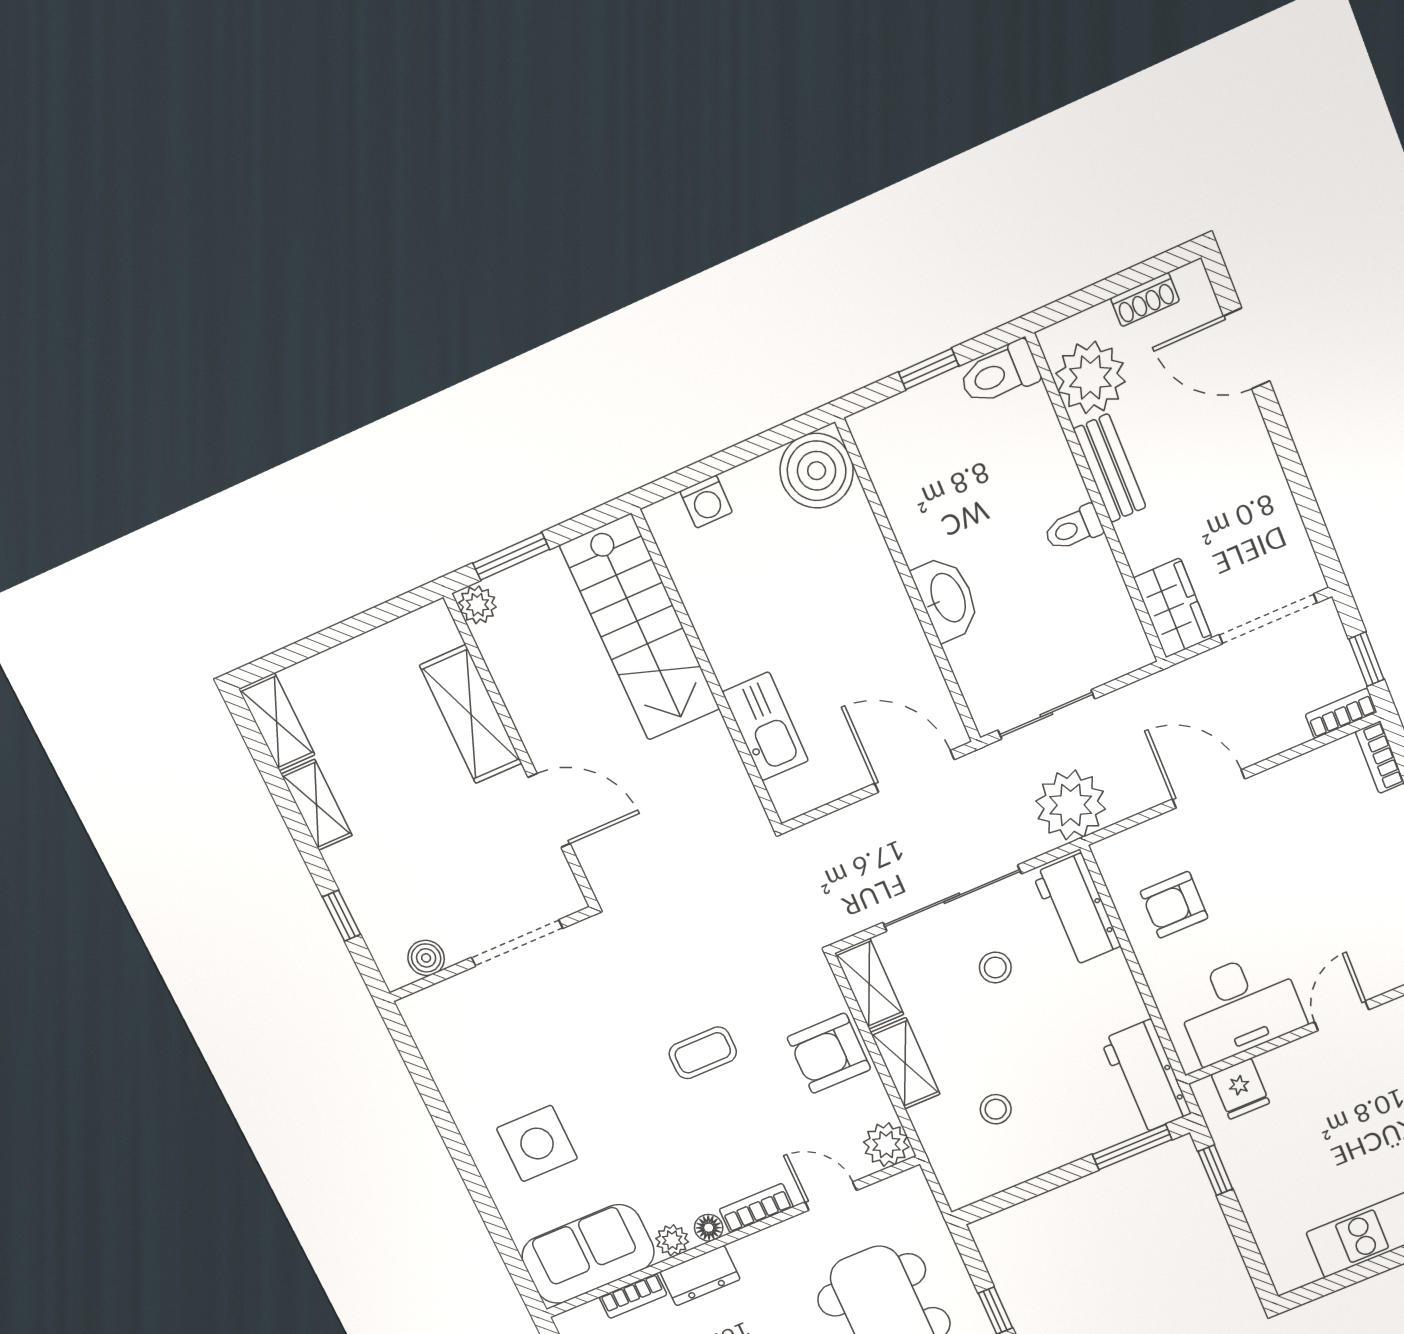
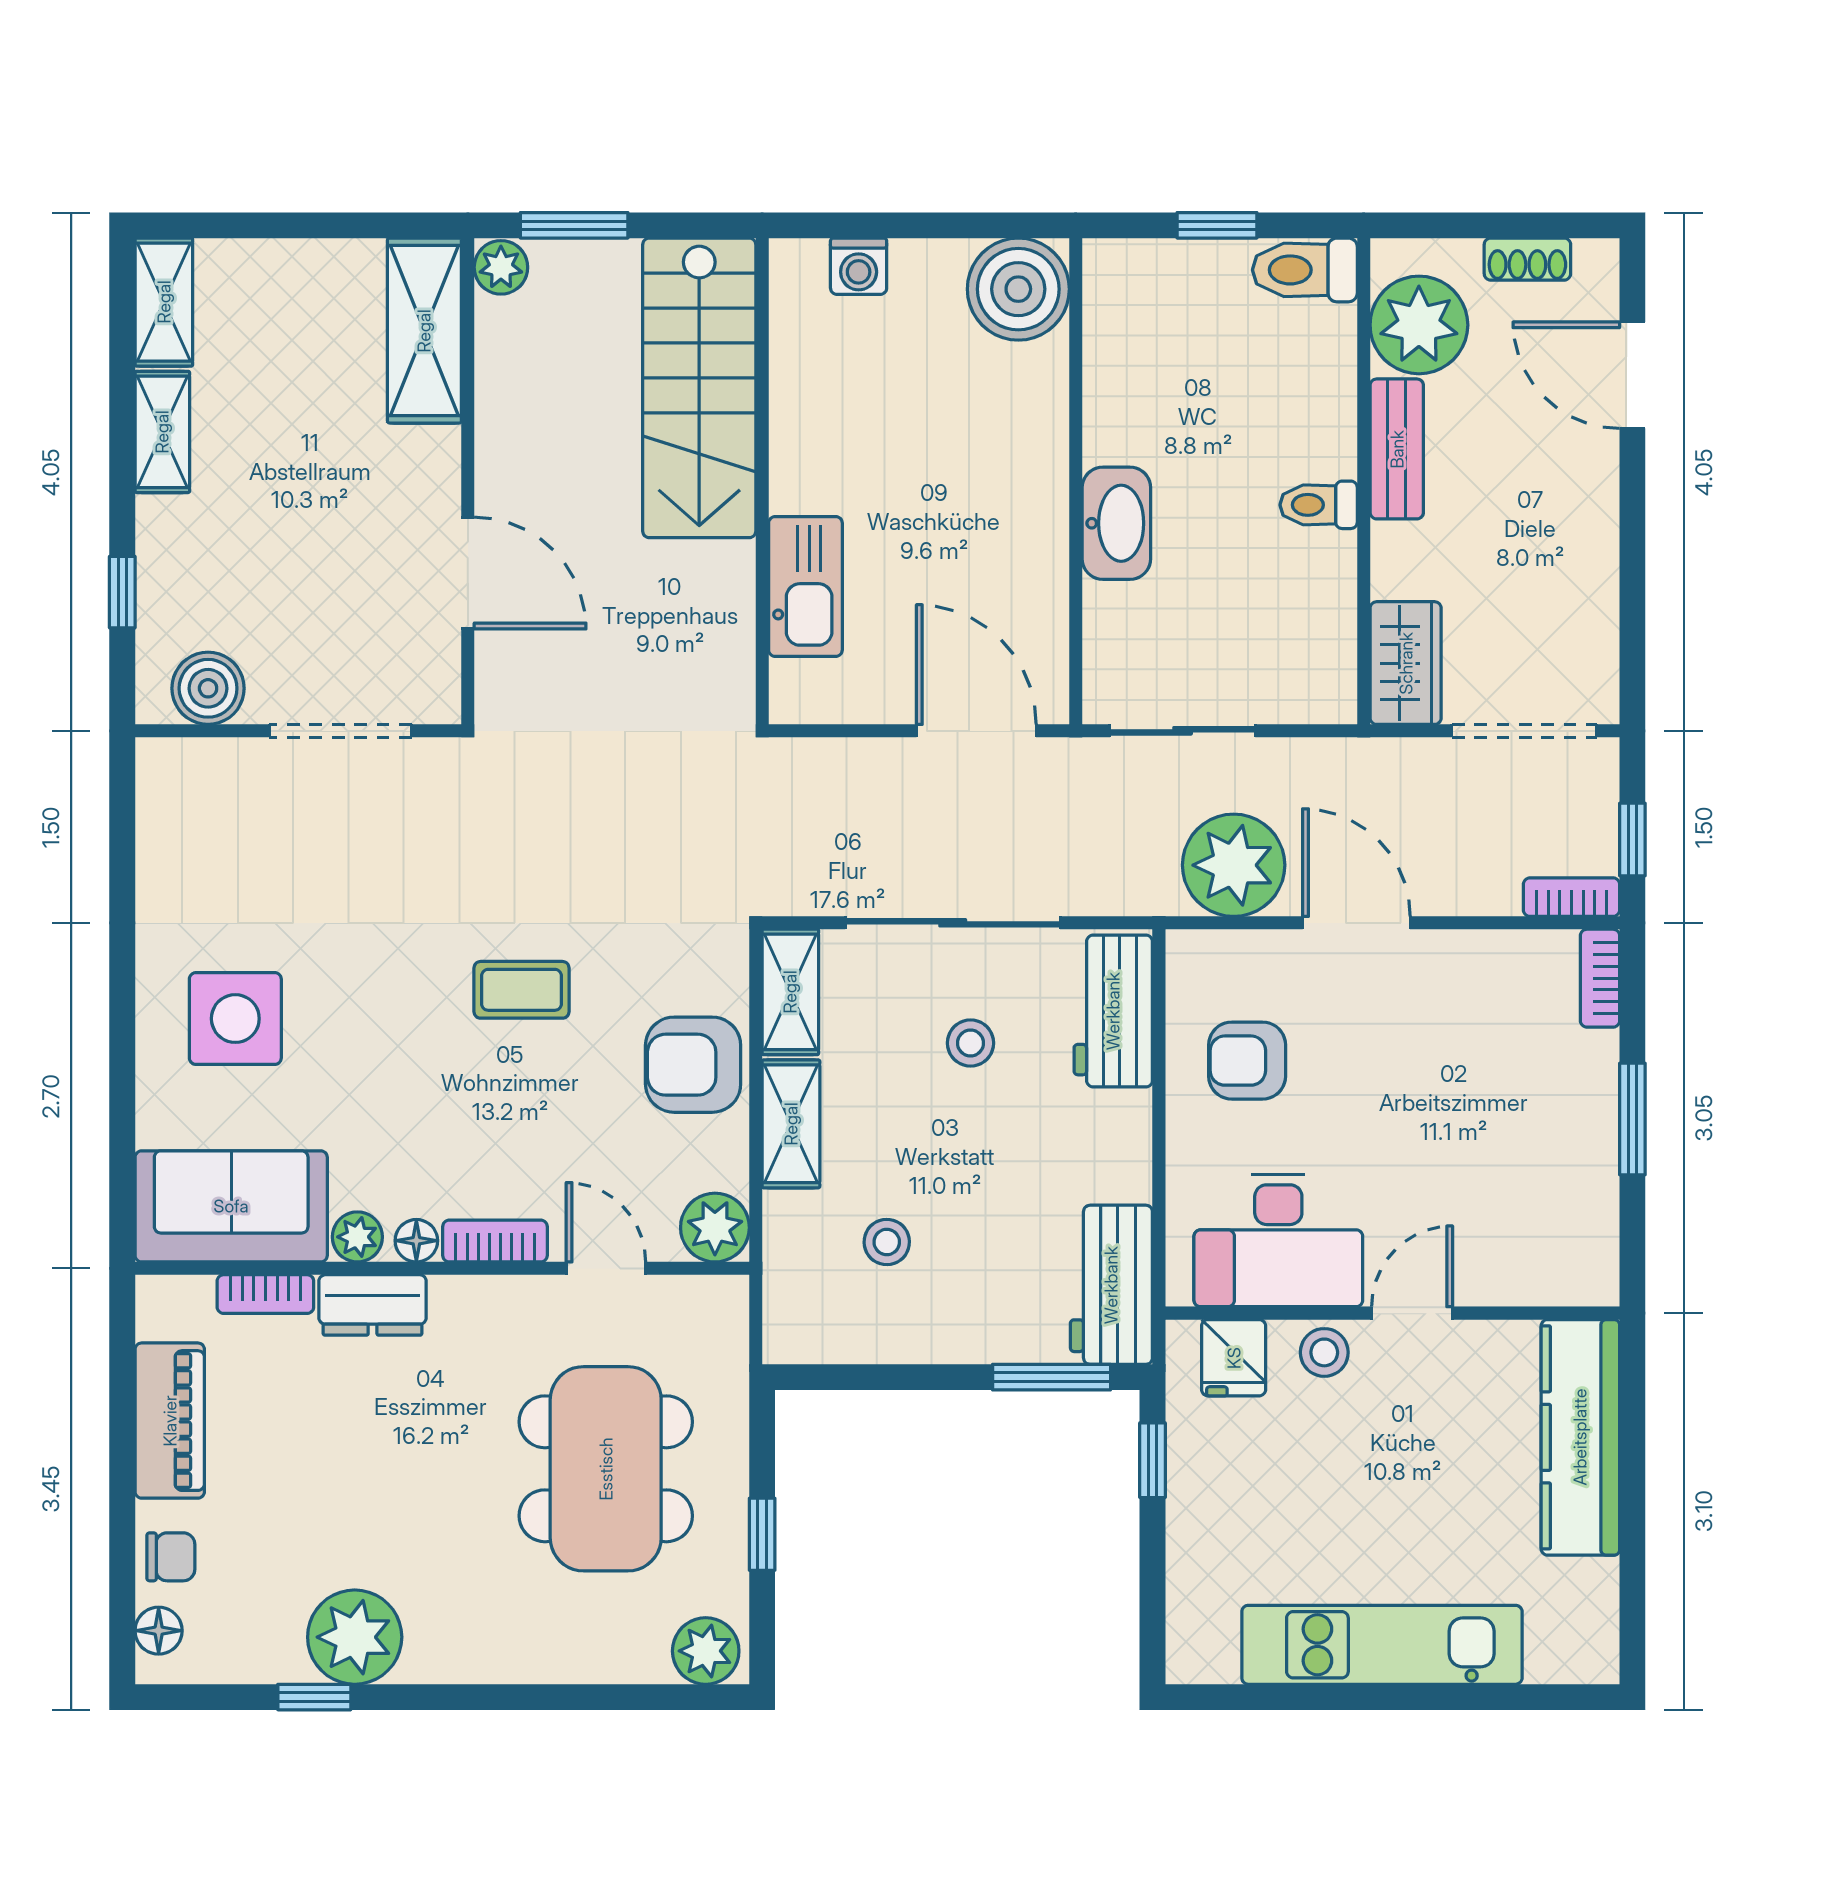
shelving: (471, 714) -> (424, 331), moved
plant: (1071, 805) -> (1234, 865), moved
boiler: (426, 958) -> (208, 688), width x1.36, depth x1.36
stool: (1296, 1062) -> (1324, 1352), added

